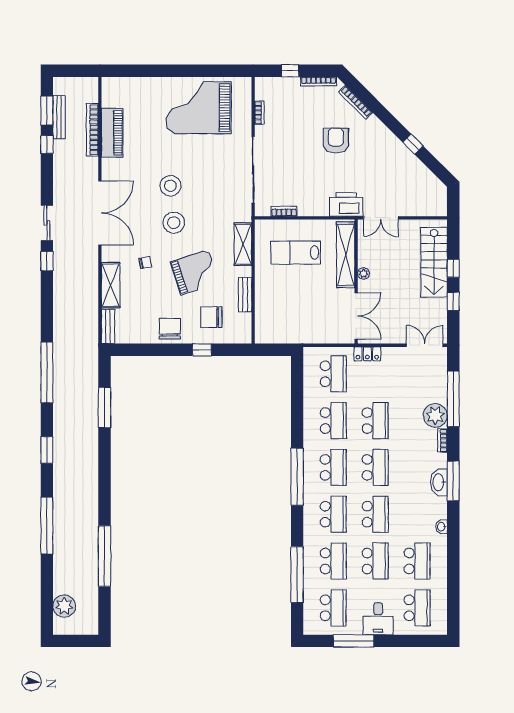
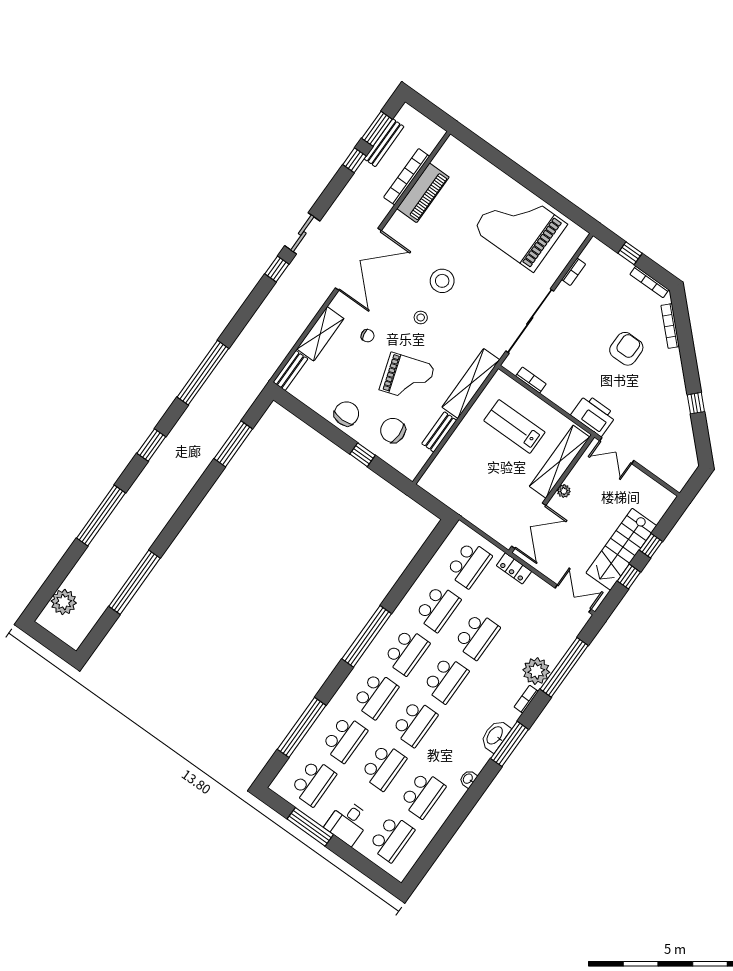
stool: (174, 223) -> (421, 317), width x0.53, depth x0.53
shelving: (243, 244) -> (471, 384), width x1.47
stairs: (434, 262) -> (621, 549), moved

